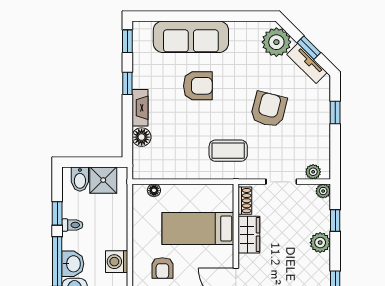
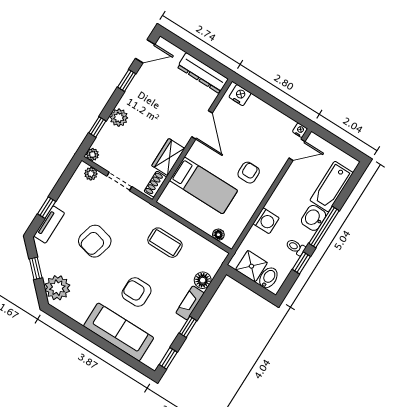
tv unit: (307, 63) -> (49, 225), moved, turned 45
coffee table: (228, 151) -> (165, 243), moved
washing machine: (117, 262) -> (266, 221), moved

